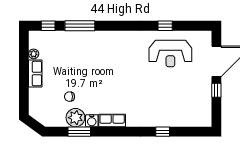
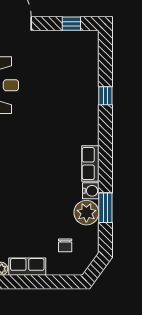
window: (216, 90) -> (71, 24), moved
chair: (69, 97) -> (65, 245), moved

